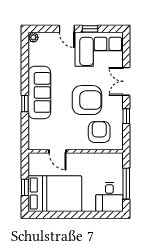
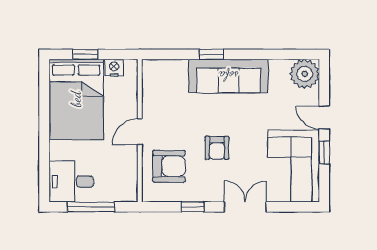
door: (67, 29) -> (324, 118), hinge flipped
plant: (33, 37) -> (305, 74), width x1.88, depth x1.88
armchair: (87, 100) -> (217, 148), width x0.53, depth x0.53
door: (58, 151) -> (140, 132), moved
nightstand: (34, 168) -> (114, 68), added

